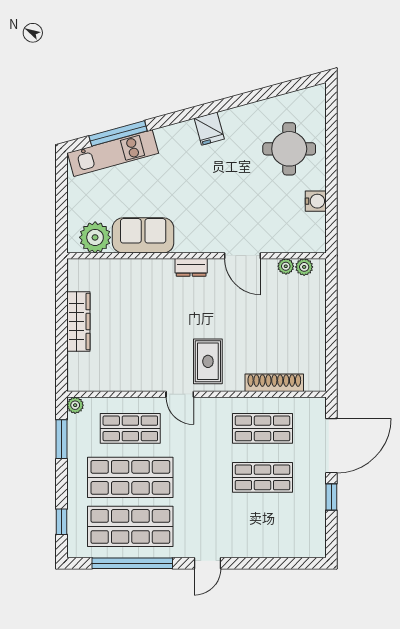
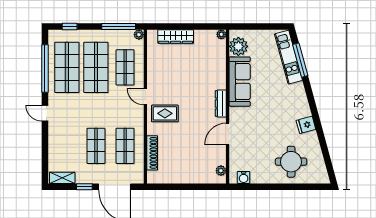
fridge: (209, 129) -> (306, 125), moved
water cooler: (316, 201) -> (244, 177), moved
sofa: (143, 235) -> (240, 82), width x1.36
plant: (286, 266) -> (221, 34), moved
dresser: (191, 267) -> (221, 104), width x1.44
wardrobe: (78, 322) -> (176, 37), moved
door: (180, 394) -> (145, 97), hinge flipped
window: (61, 439) -> (119, 26), width x1.44
shelving: (316, 534) -> (62, 178), added

